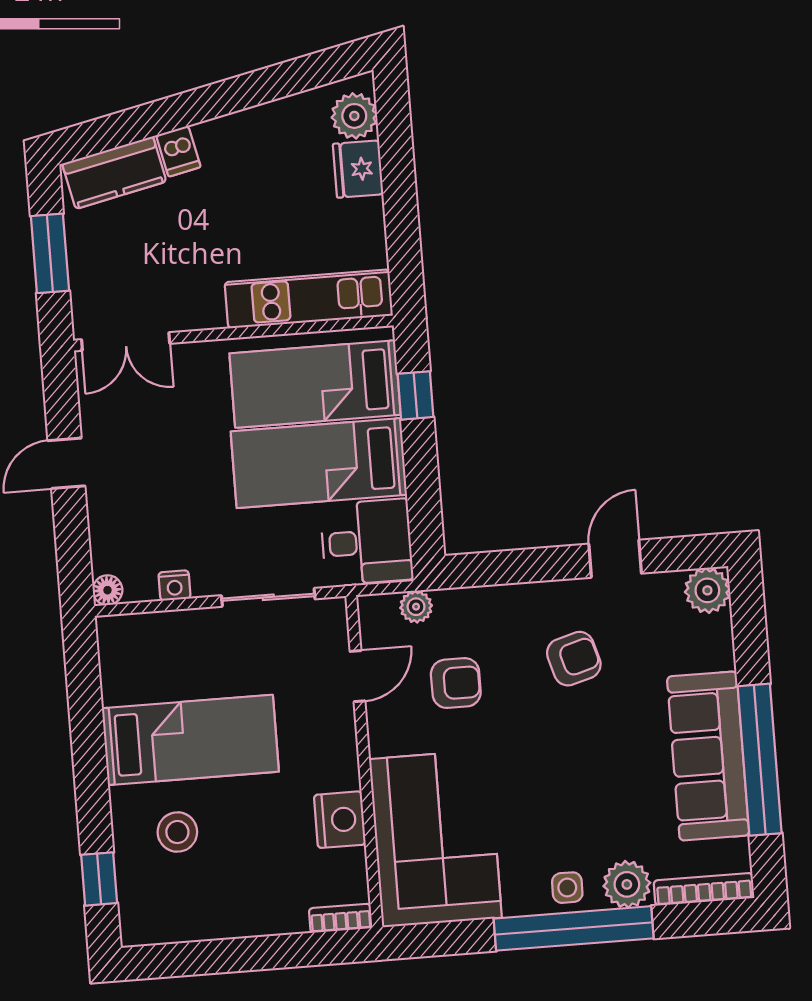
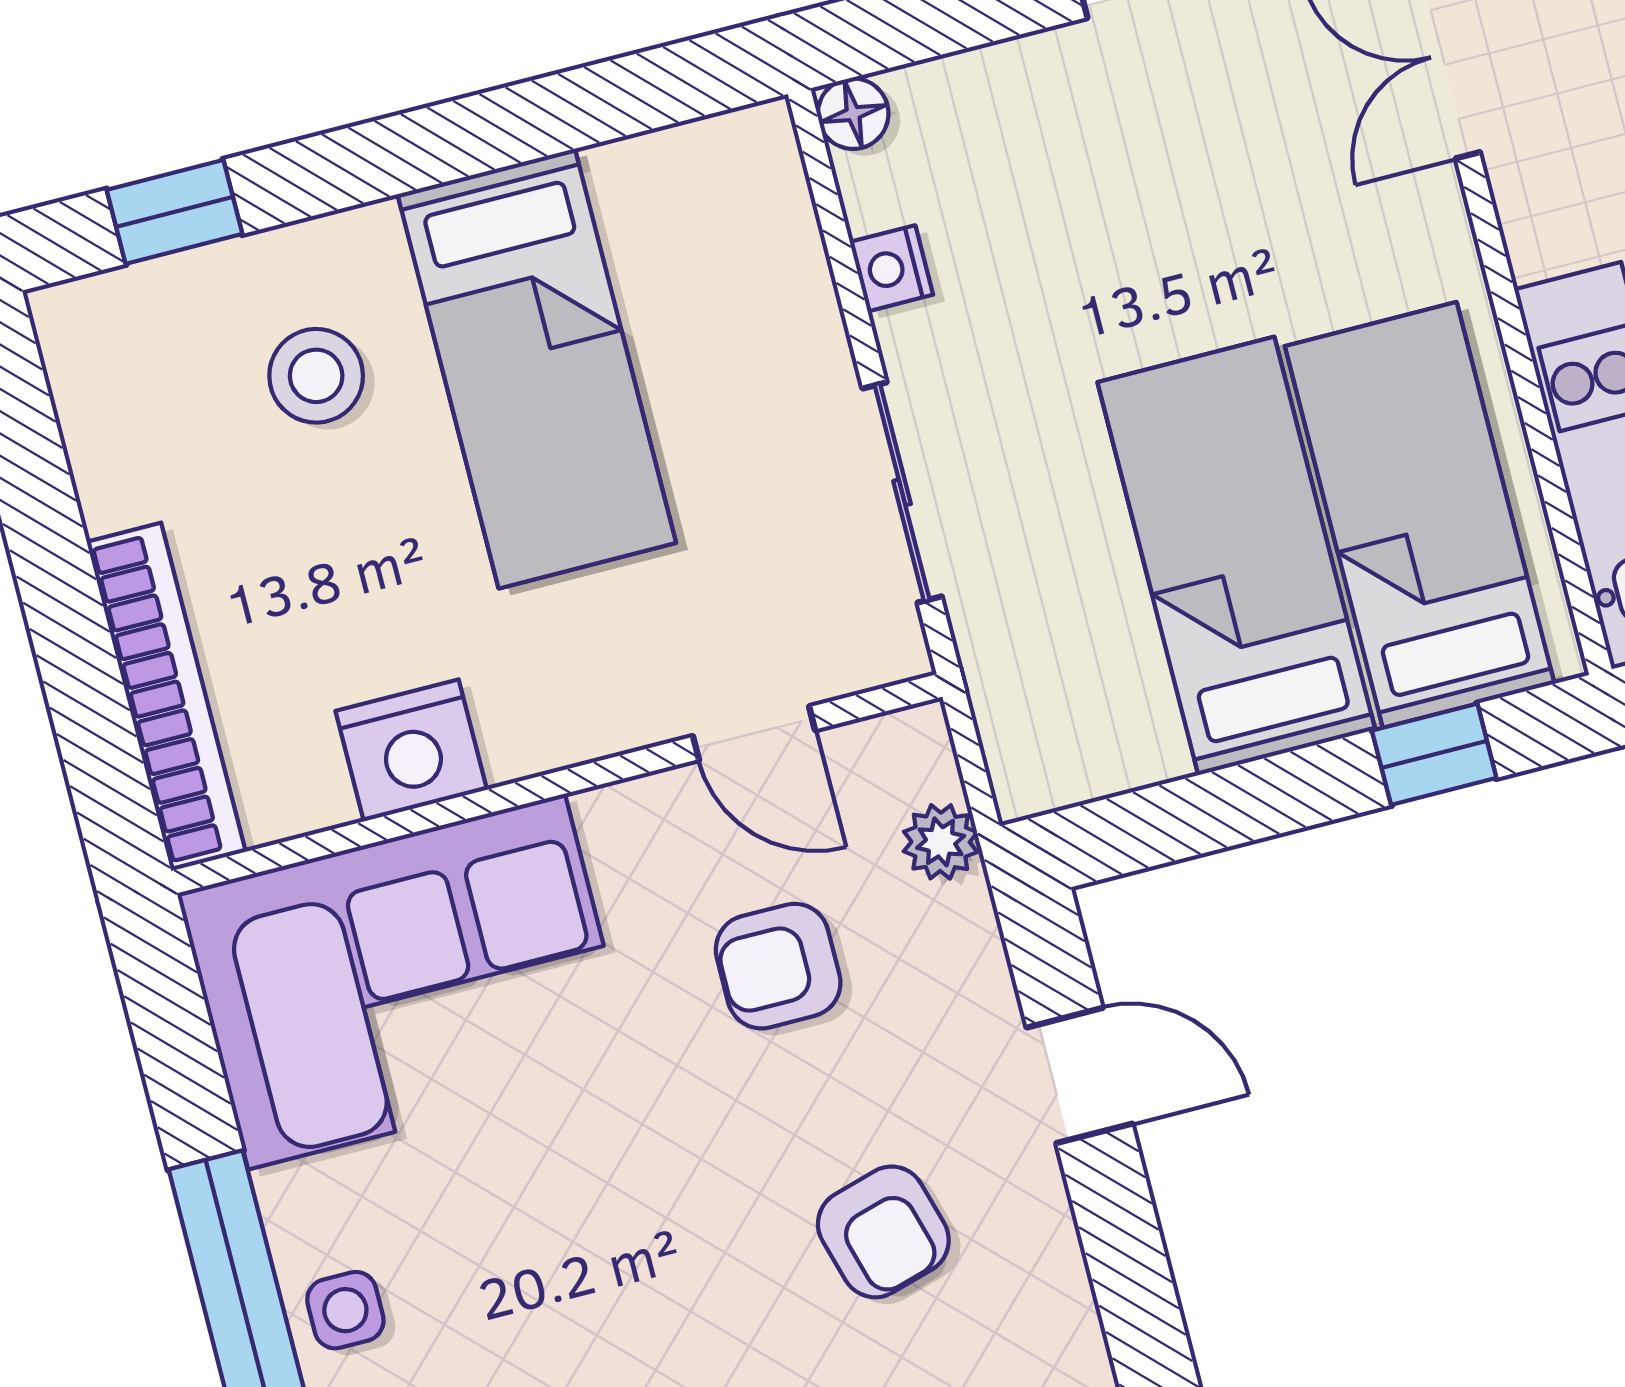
desk: (367, 542) -> (1071, 700), removed
door: (615, 559) -> (1079, 1076), moved
armchair: (456, 683) -> (778, 966), turned 90
bookcase: (341, 918) -> (166, 697), width x2.31, depth x1.31

